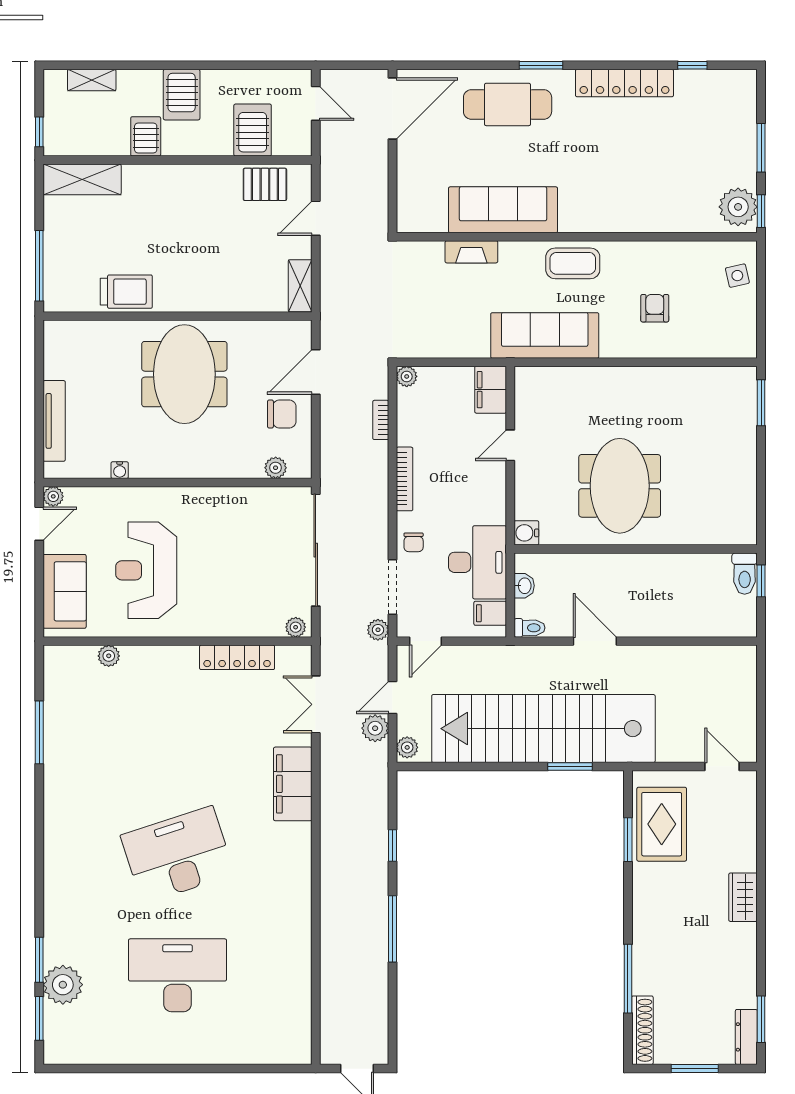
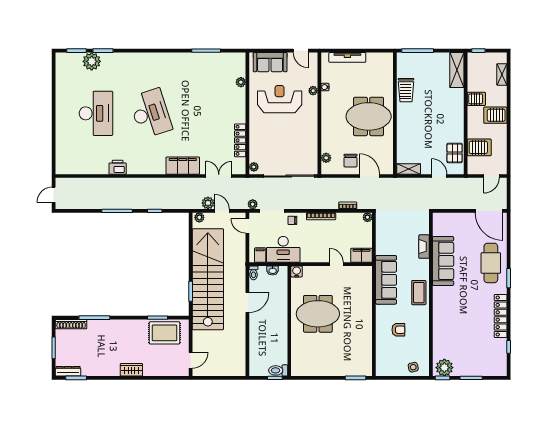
plant: (53, 496) -> (313, 91), moved
printer: (296, 928) -> (118, 167), added

